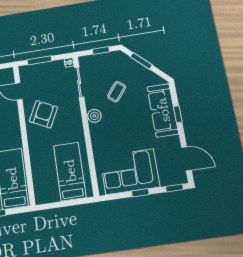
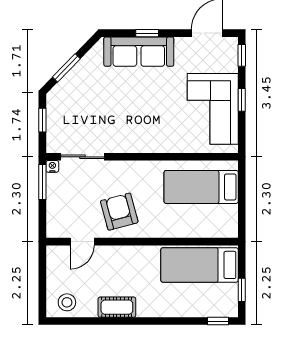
window: (39, 60) -> (42, 182), moved
coffee table: (117, 92) -> (104, 108), removed
armchair: (43, 114) -> (119, 212), turned 49
plant: (94, 116) -> (132, 143), removed

